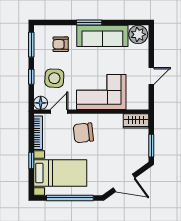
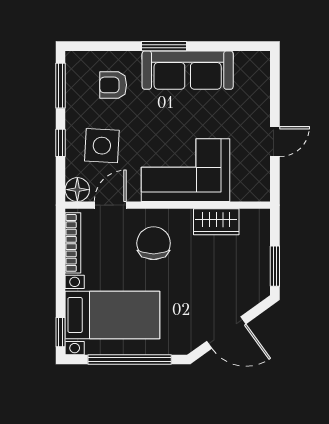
plant: (138, 34) -> (252, 68), removed
wardrobe: (136, 121) -> (216, 222), moved
chair: (83, 133) -> (154, 243), turned 96
window: (31, 160) -> (60, 332), moved

